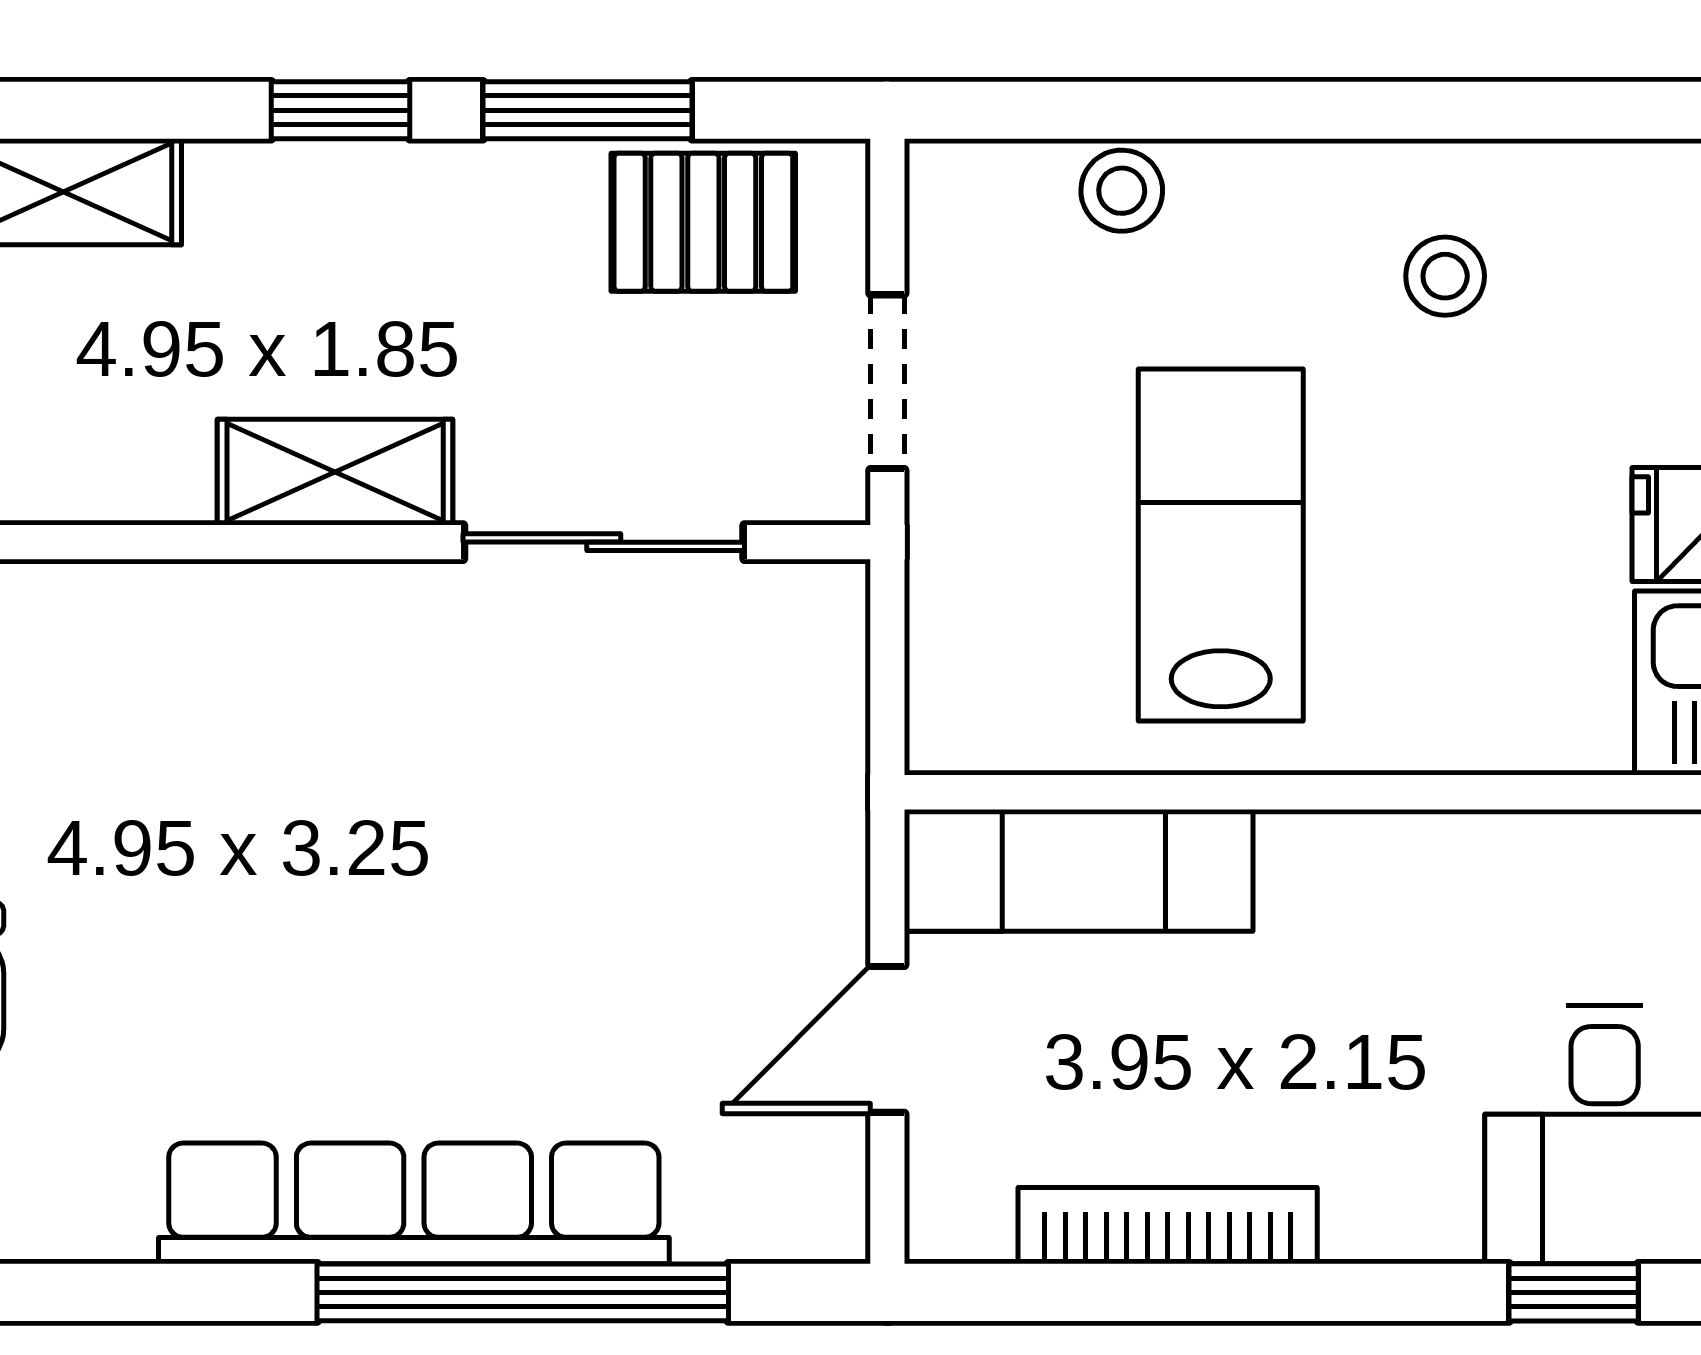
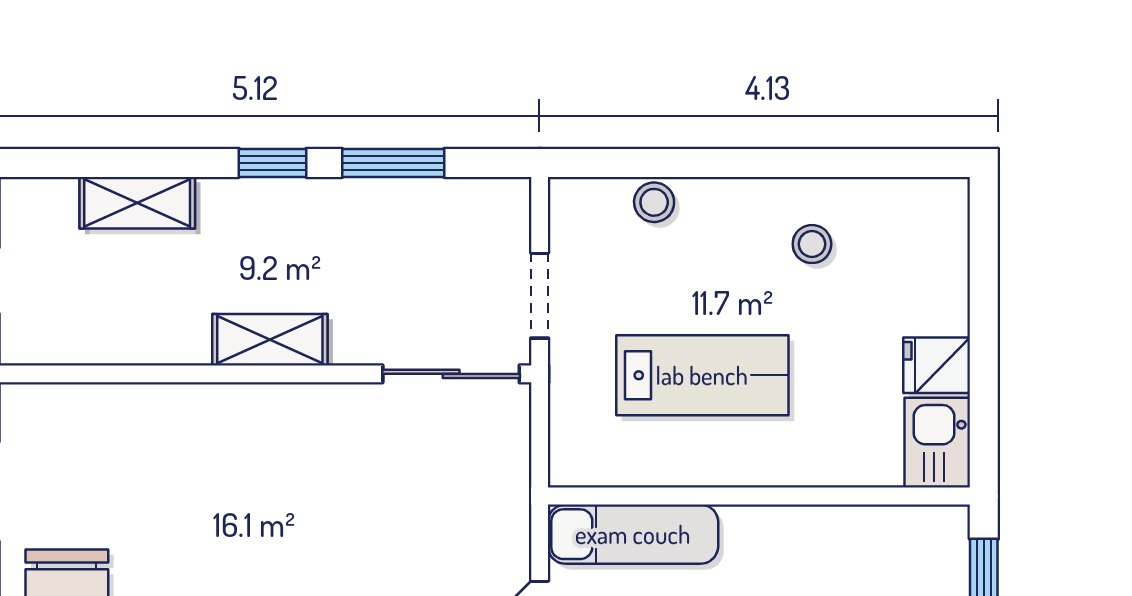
pallet: (703, 222) -> (450, 218), removed
sliding door: (604, 542) -> (451, 374), moved
lab bench: (1221, 545) -> (702, 375), turned 90

